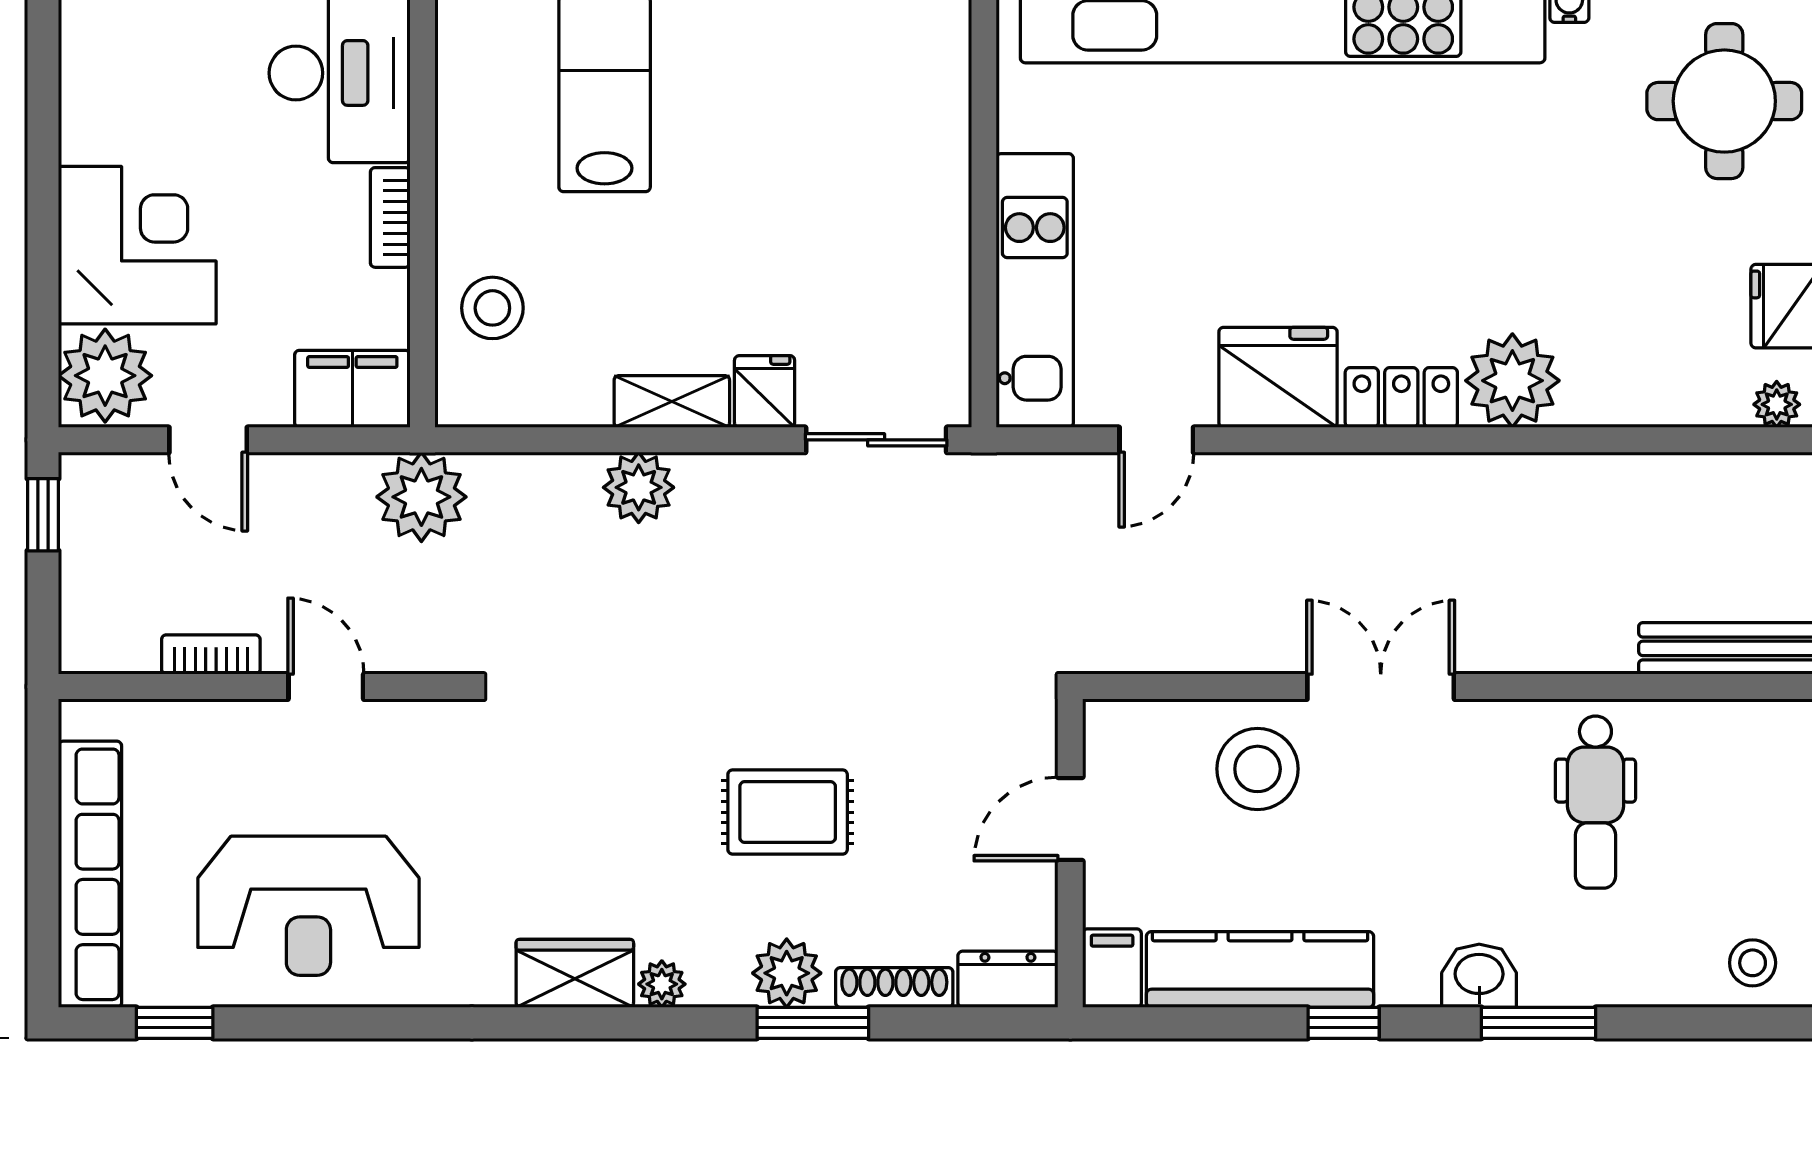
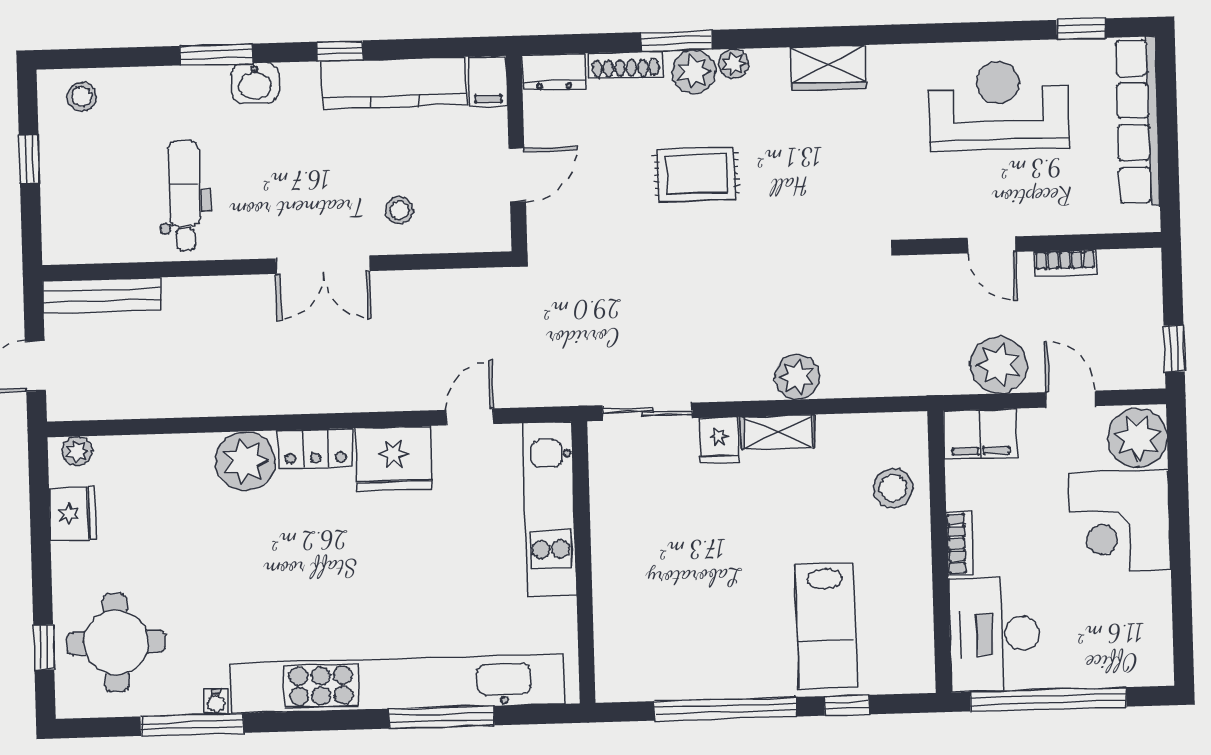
plant: (421, 497) -> (999, 365), moved
stool: (1258, 769) -> (399, 210), width x0.53, depth x0.53
plant: (662, 984) -> (733, 64), moved

